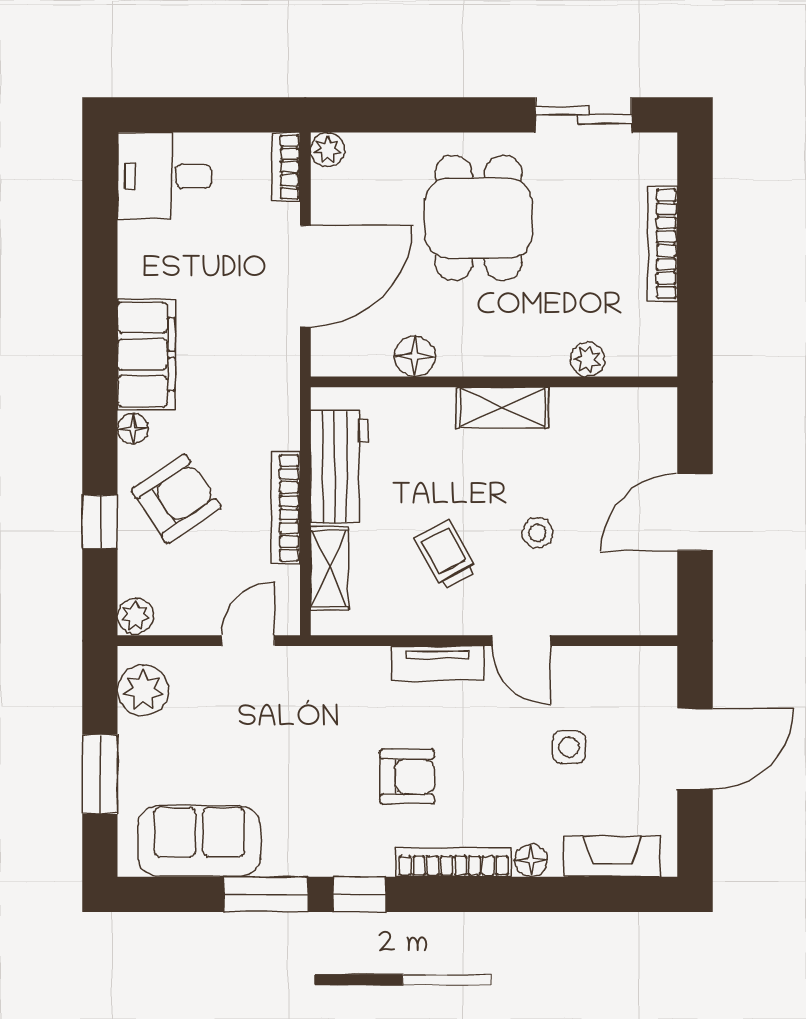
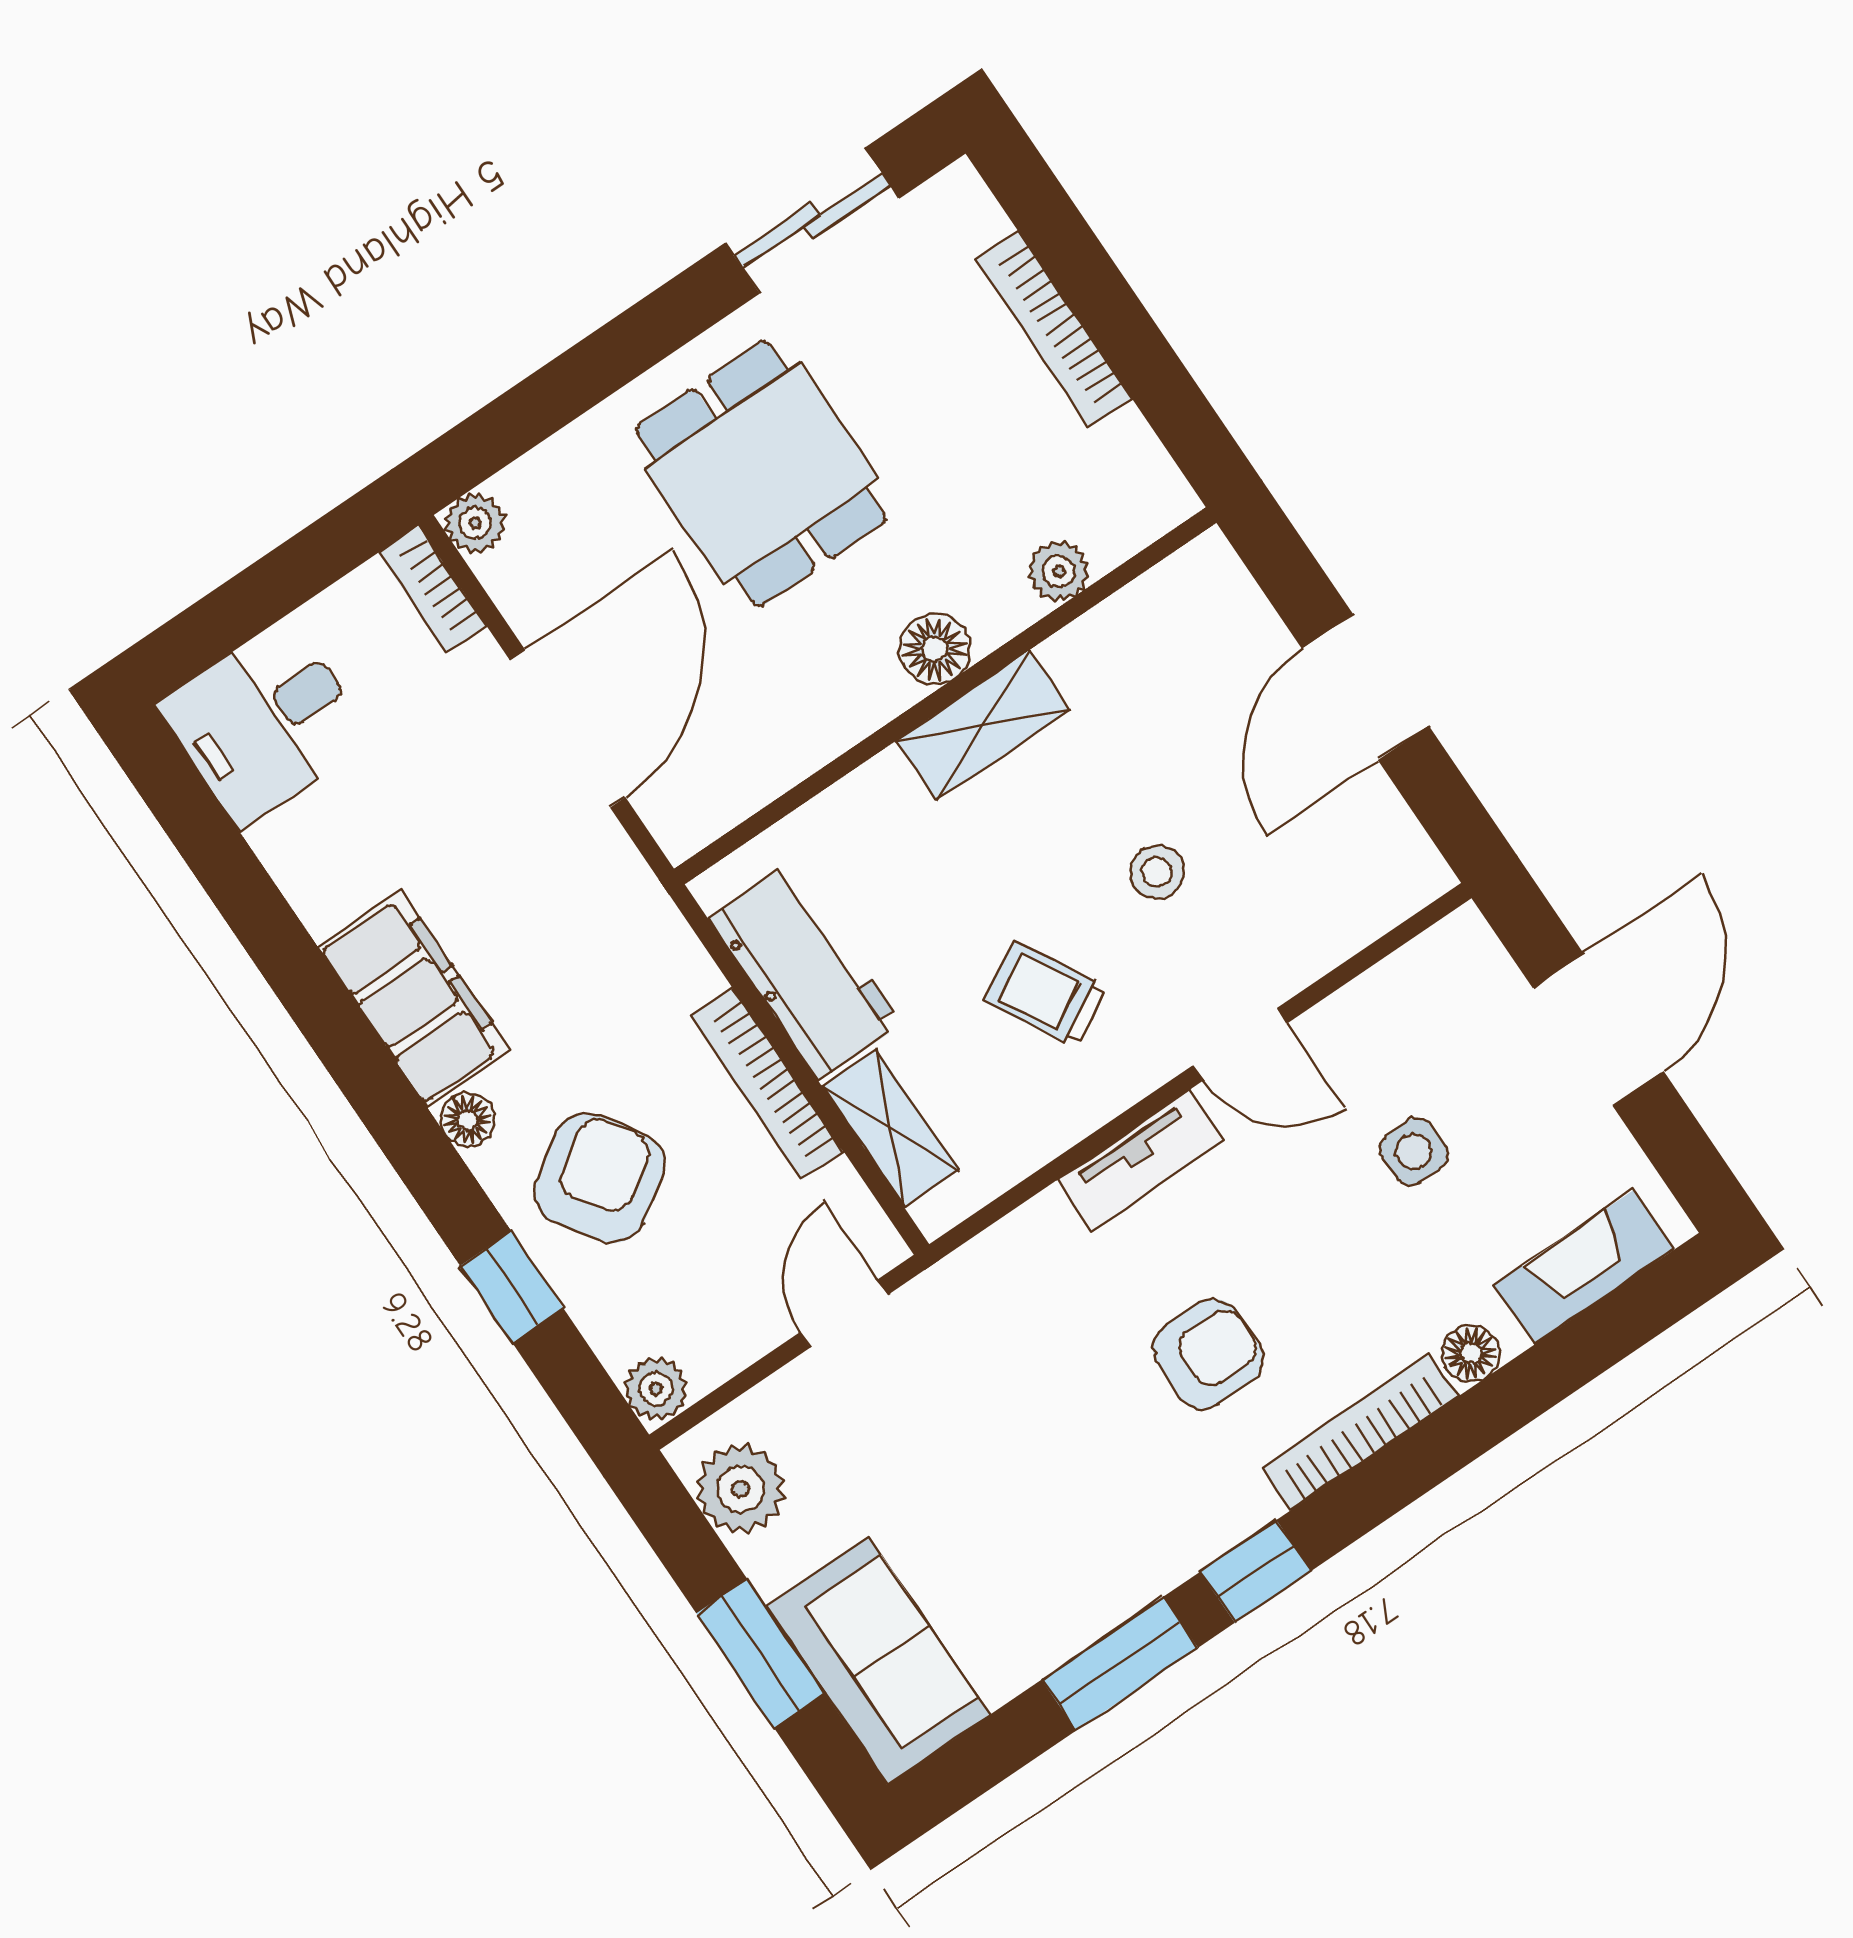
floor lamp: (415, 356) -> (934, 649), moved
sofa: (199, 841) -> (878, 1661), moved, turned 90

